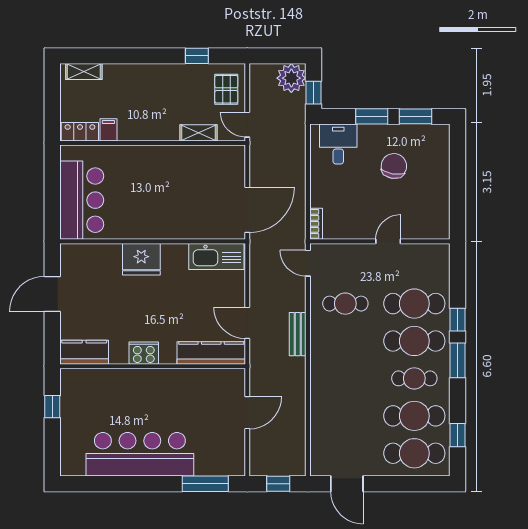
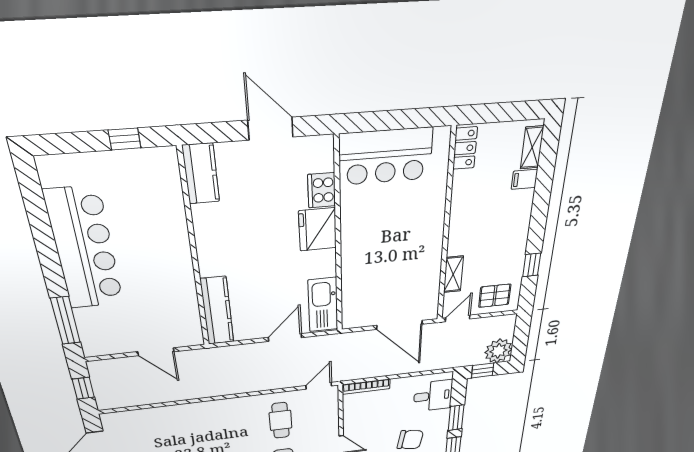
filing cabinet: (108, 130) -> (524, 179), moved, turned 180
door: (247, 210) -> (400, 325), moved
bookcase: (316, 224) -> (366, 387), width x1.56
door: (247, 323) -> (285, 337), moved
bench: (298, 334) -> (246, 386), removed
cooker: (144, 353) -> (322, 190), moved, turned 180

